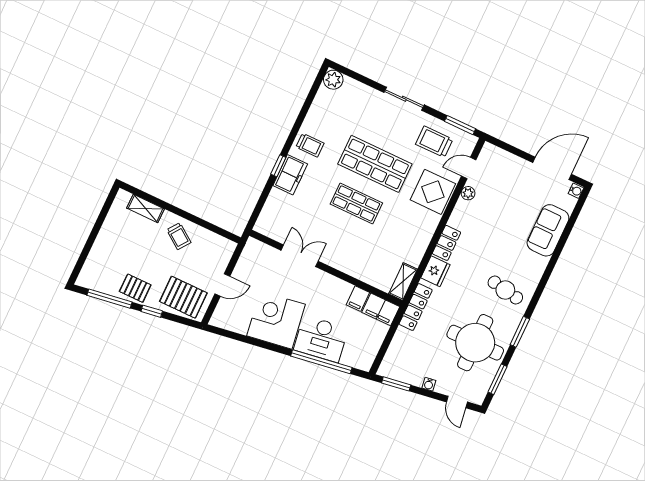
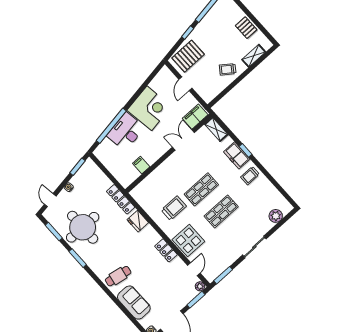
plant: (333, 80) -> (276, 216), moved
trolley: (434, 142) -> (174, 208), moved
window: (509, 148) -> (196, 300), added
shop shelf: (375, 164) -> (221, 211), width x0.70, depth x0.74
plant: (468, 193) -> (200, 286), moved
locker: (447, 243) -> (166, 250), moved
double door: (300, 256) -> (183, 140), swing flipped
shelving: (403, 282) -> (216, 129), moved
pallet: (135, 288) -> (246, 28), moved, turned 90
cafe table: (505, 290) -> (118, 276), moved
filing cabinet: (381, 309) -> (195, 117), moved
door: (457, 402) -> (50, 200), hinge flipped

